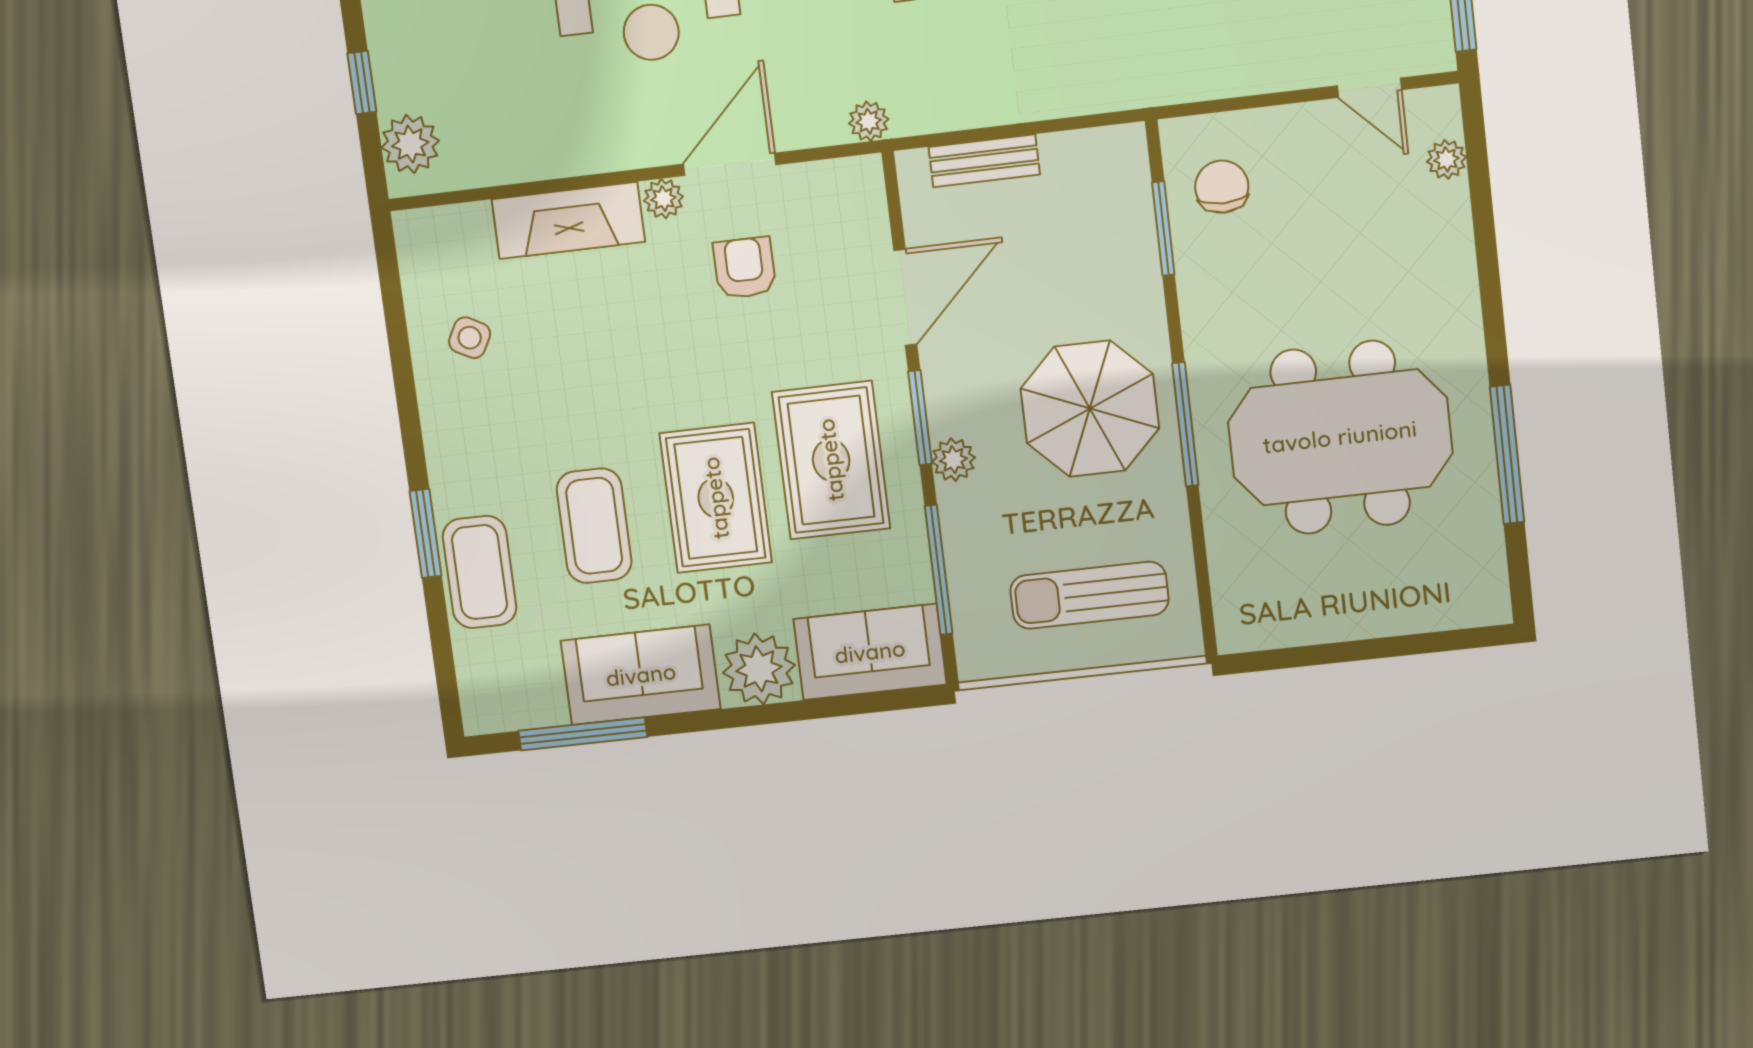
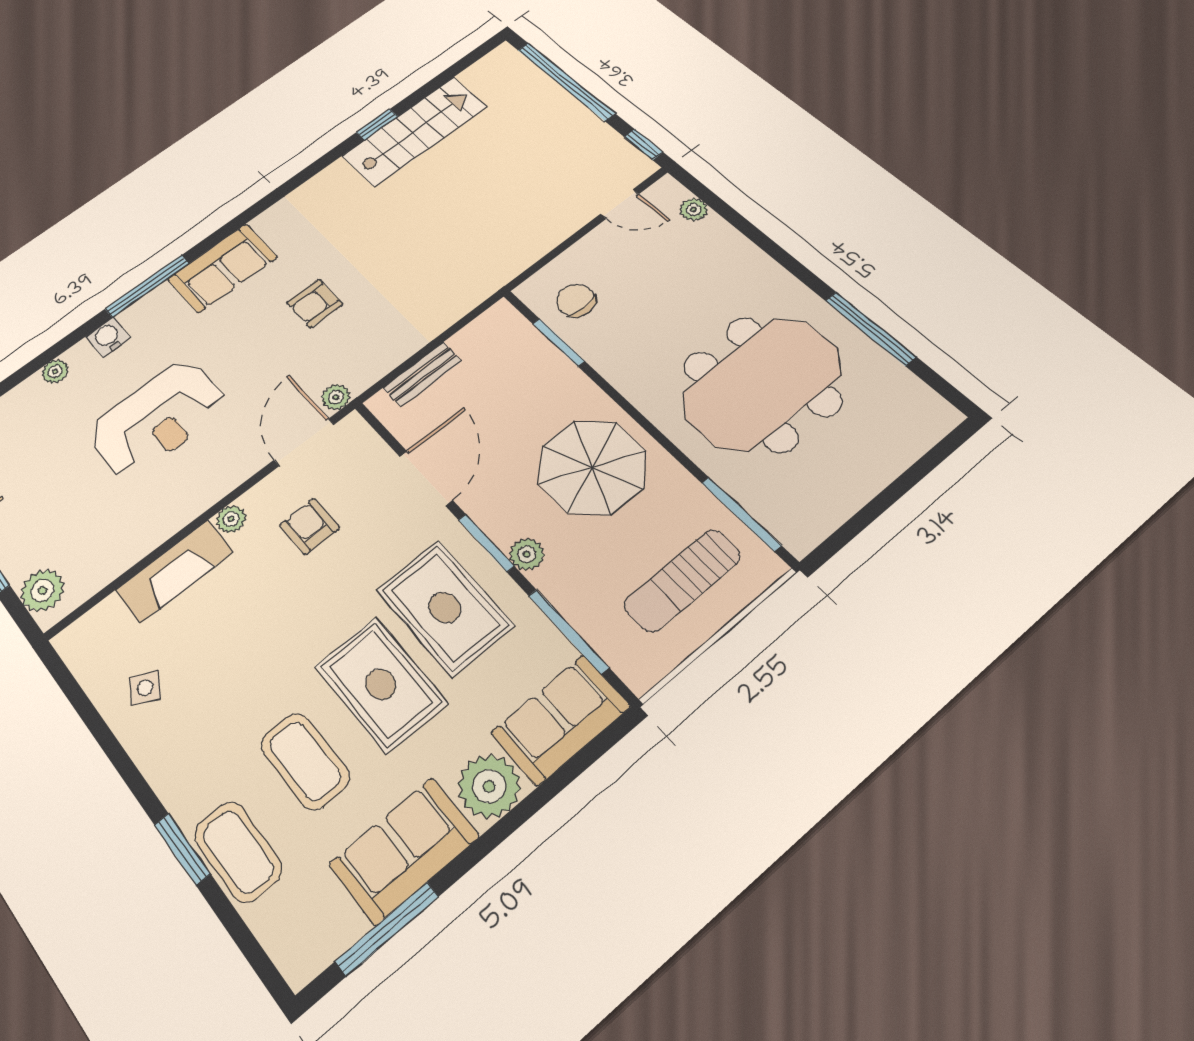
door: (730, 164) -> (304, 442), moved
window: (1185, 424) -> (741, 514), moved

